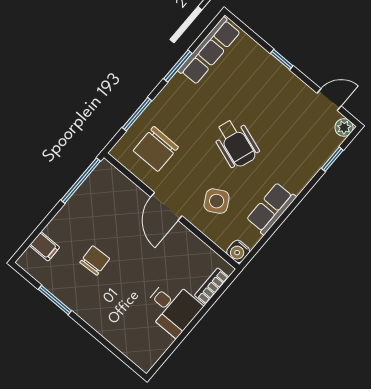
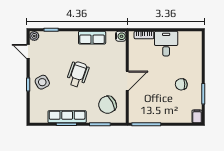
row of seats: (209, 51) -> (67, 117), moved
chair: (156, 149) -> (108, 105), turned 153
side table: (217, 201) -> (42, 82), moved
filing cabinet: (44, 246) -> (197, 116), moved
chair: (95, 260) -> (181, 84), moved

